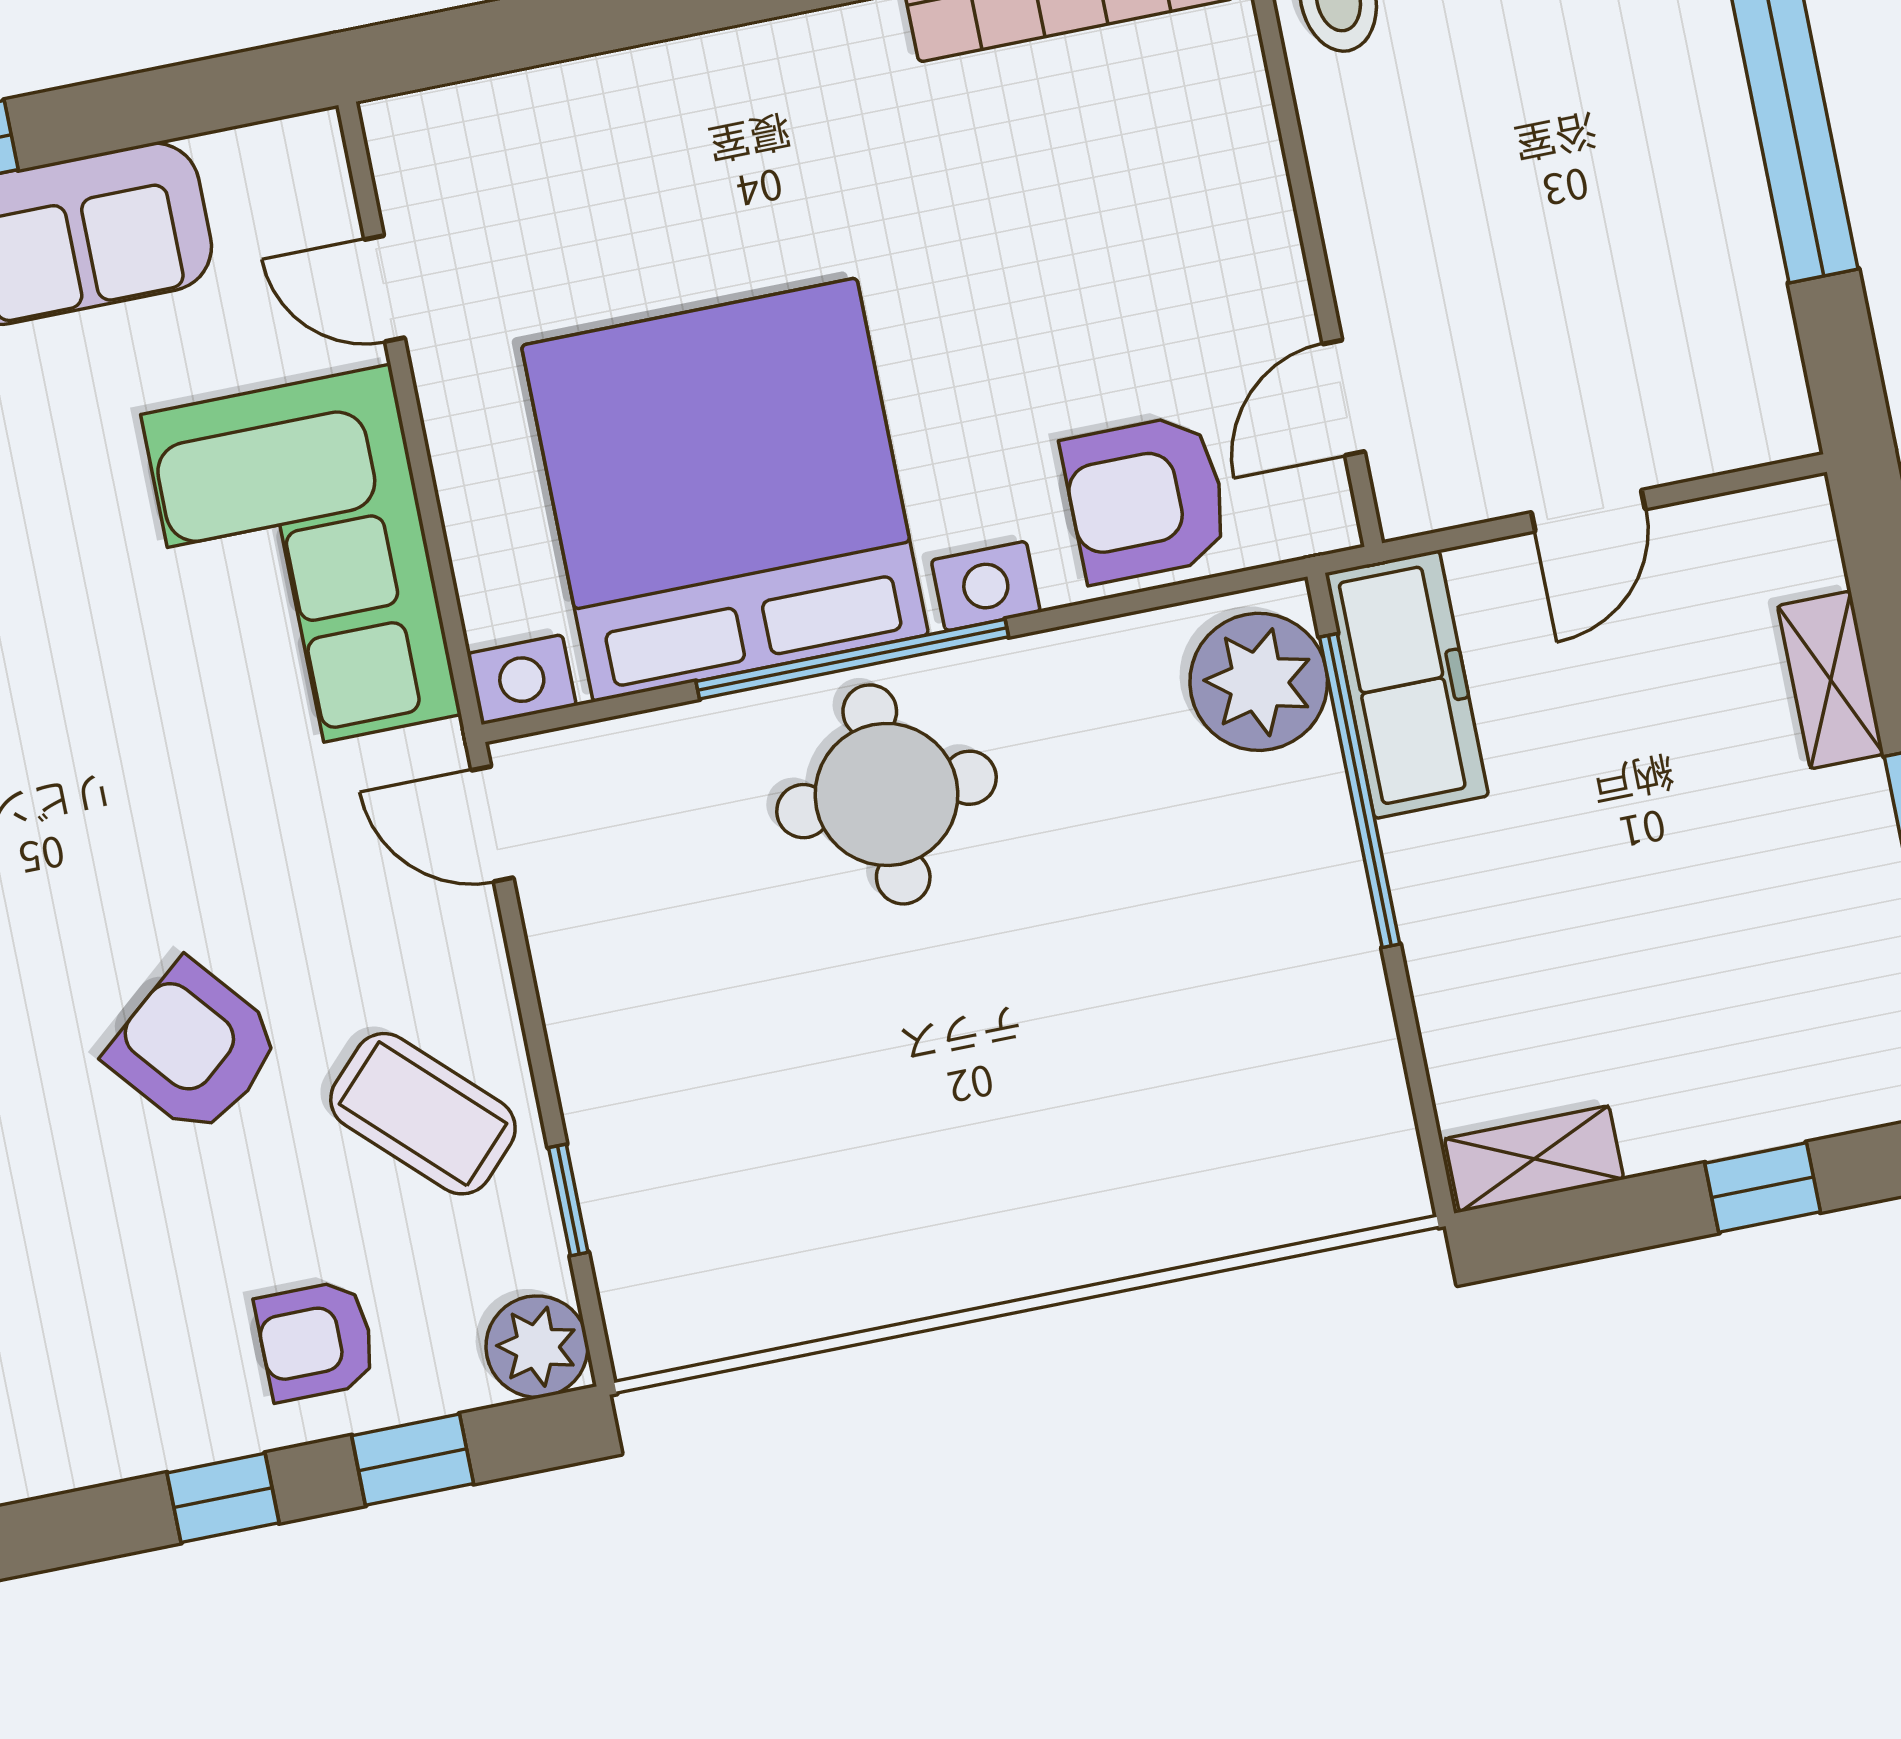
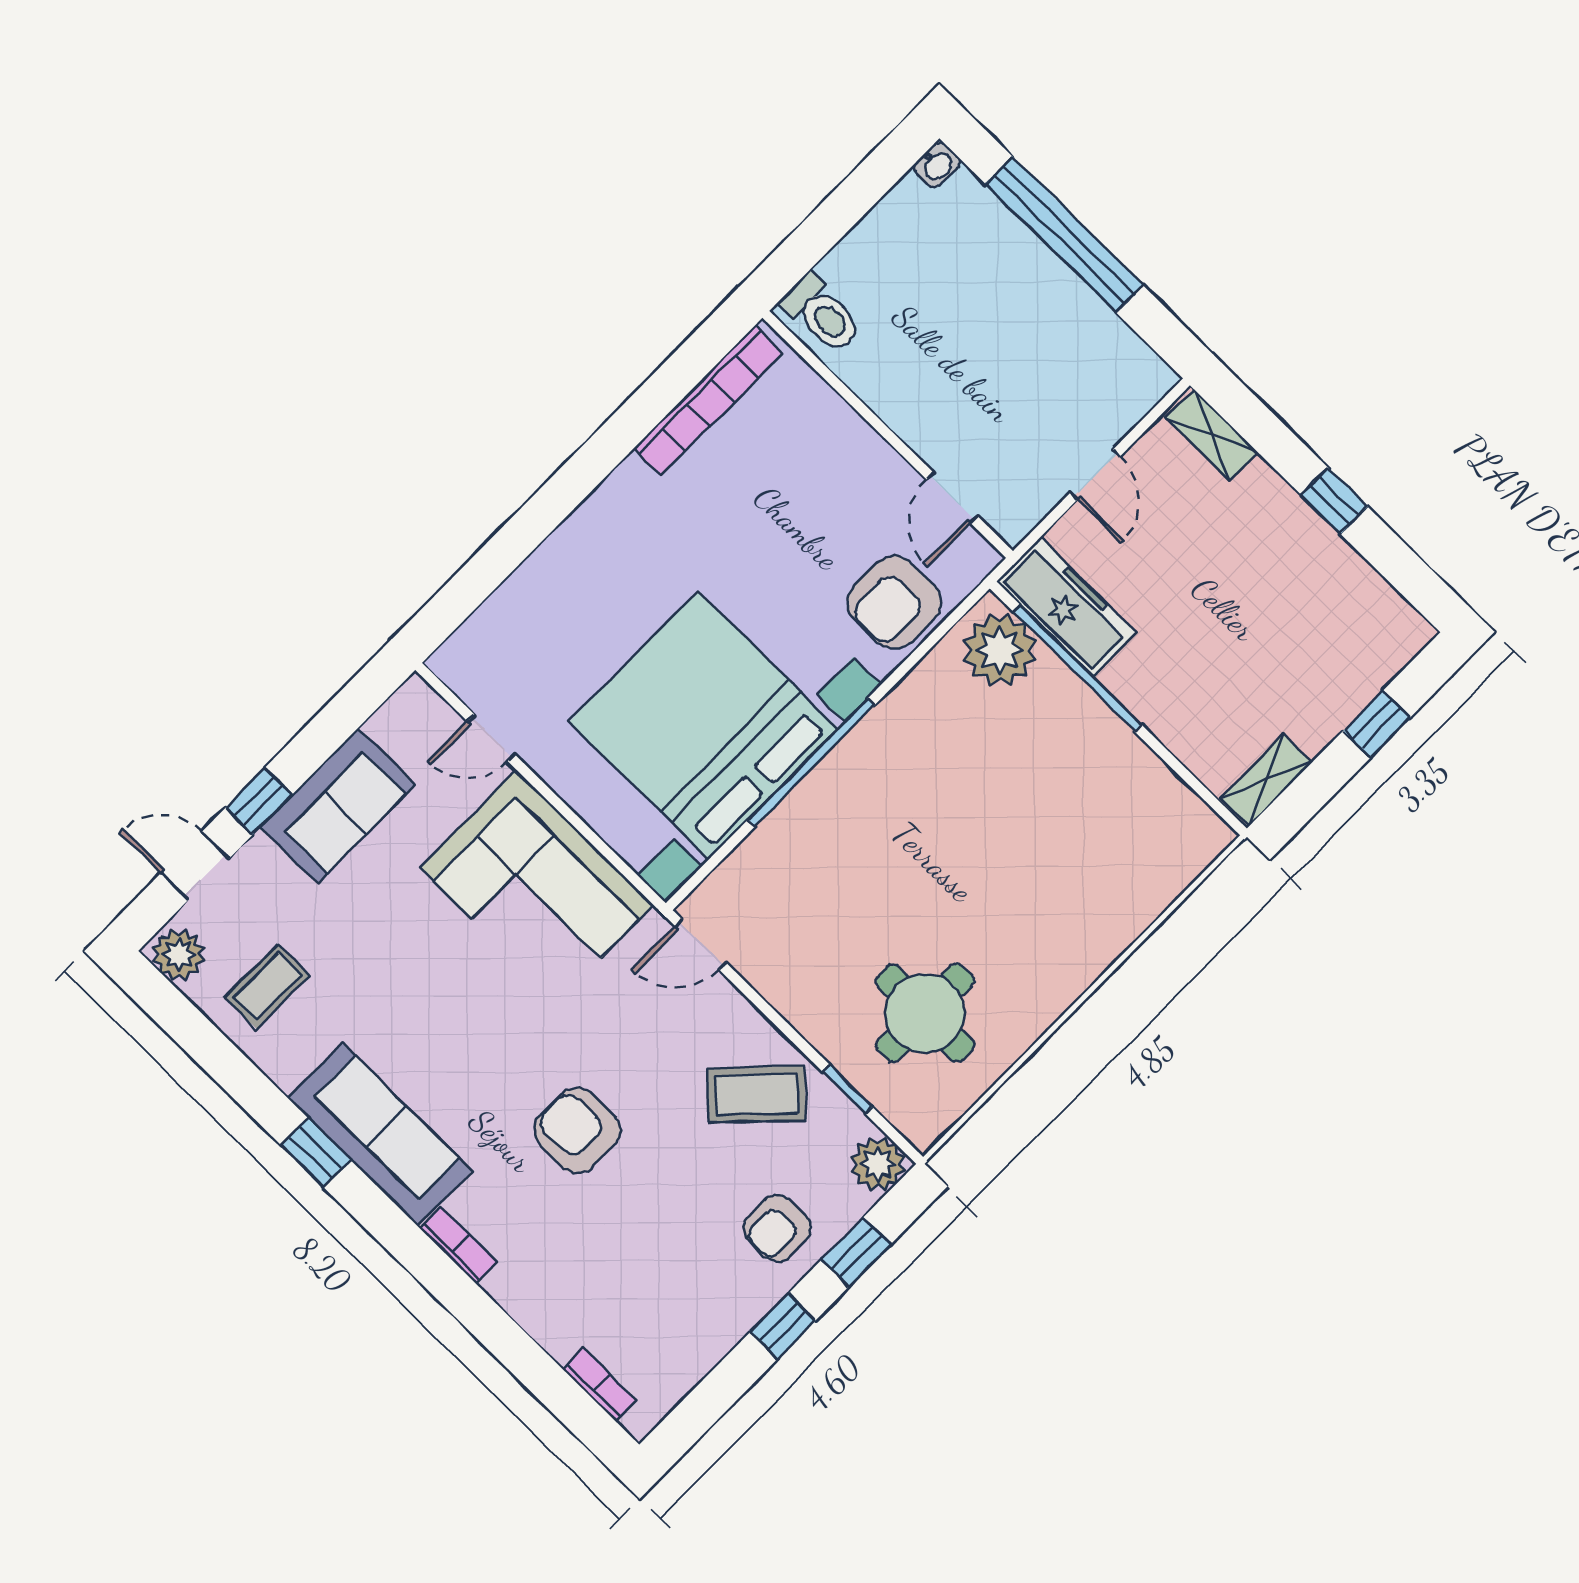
shelving: (1831, 680) -> (1212, 435), moved
round table: (886, 794) -> (925, 1013), moved
armchair: (194, 1048) -> (577, 1131), moved, turned 40

